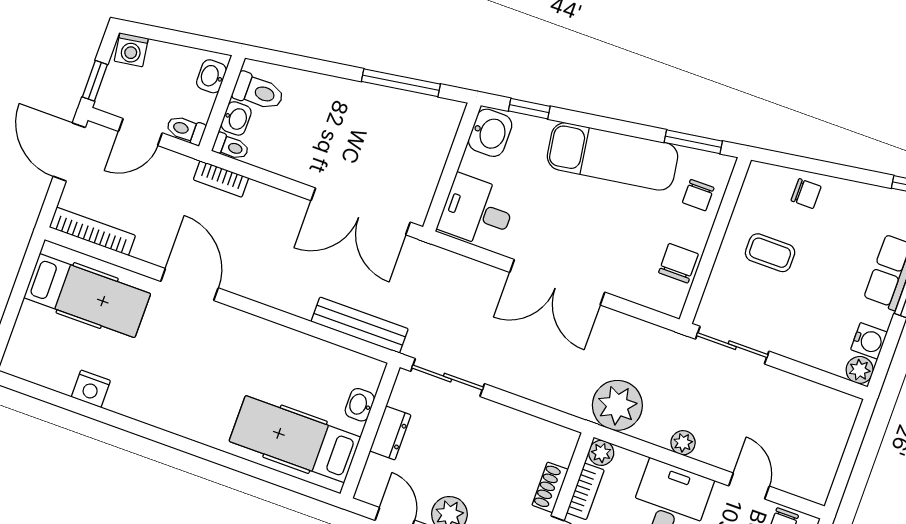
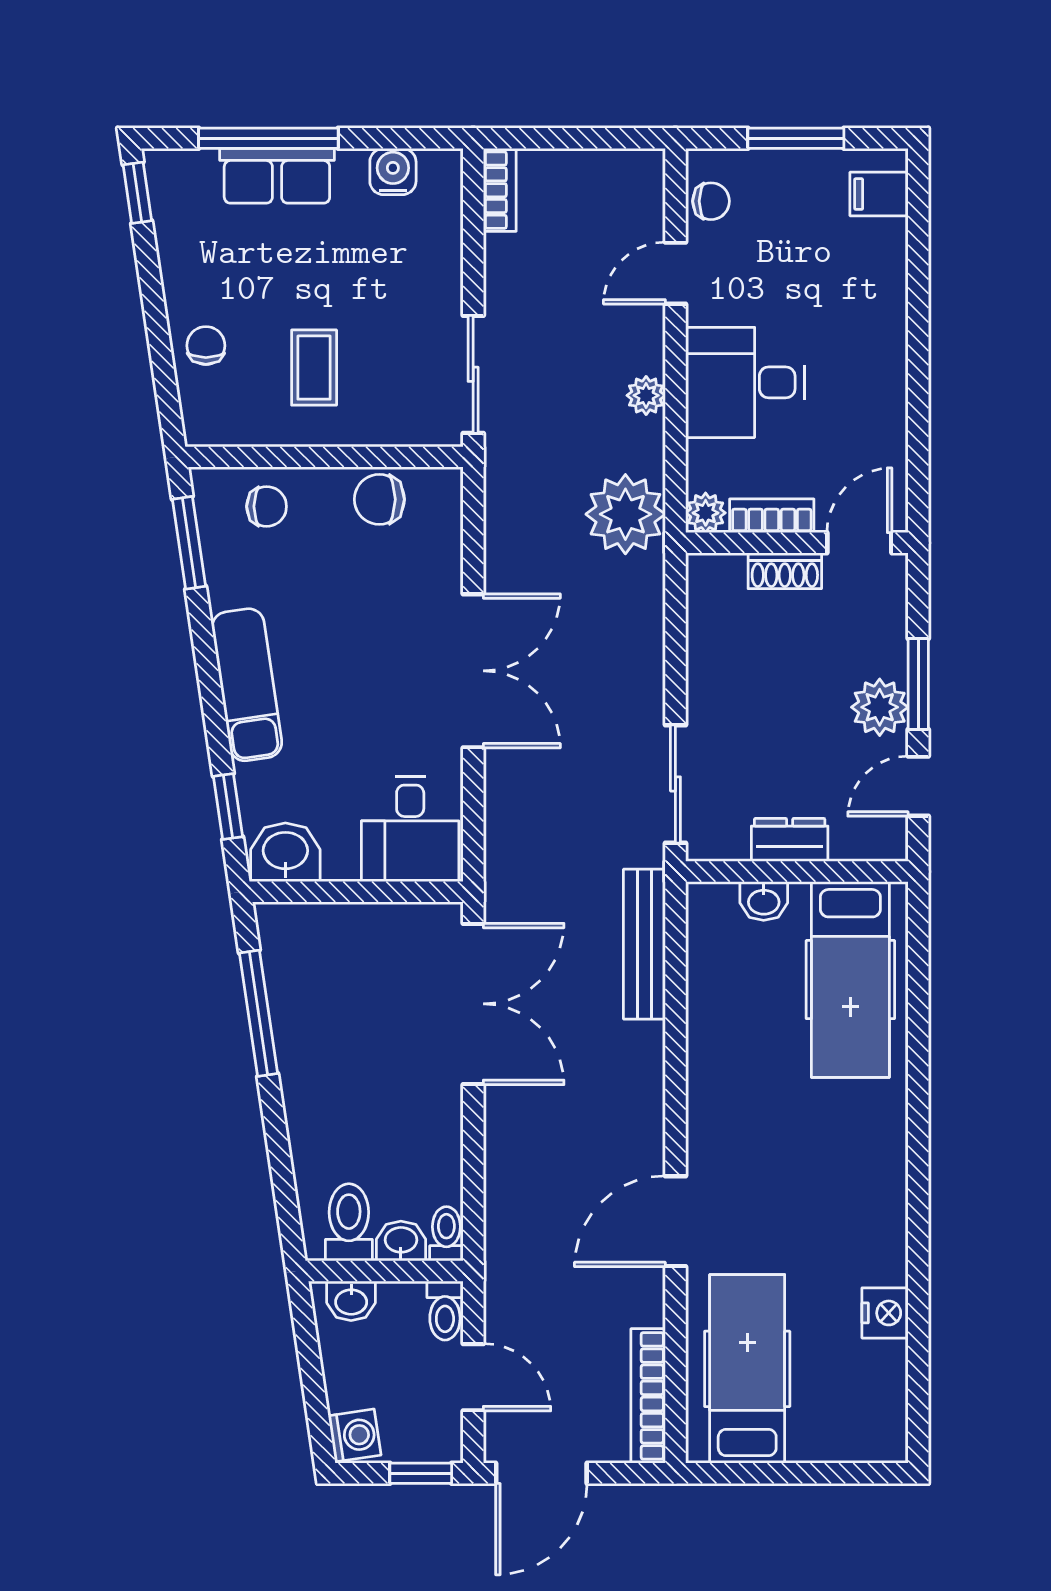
exam couch: (612, 156) -> (247, 685), width x0.73, depth x0.69
bookcase: (221, 179) -> (500, 190), moved
plant: (860, 370) -> (442, 170), removed

